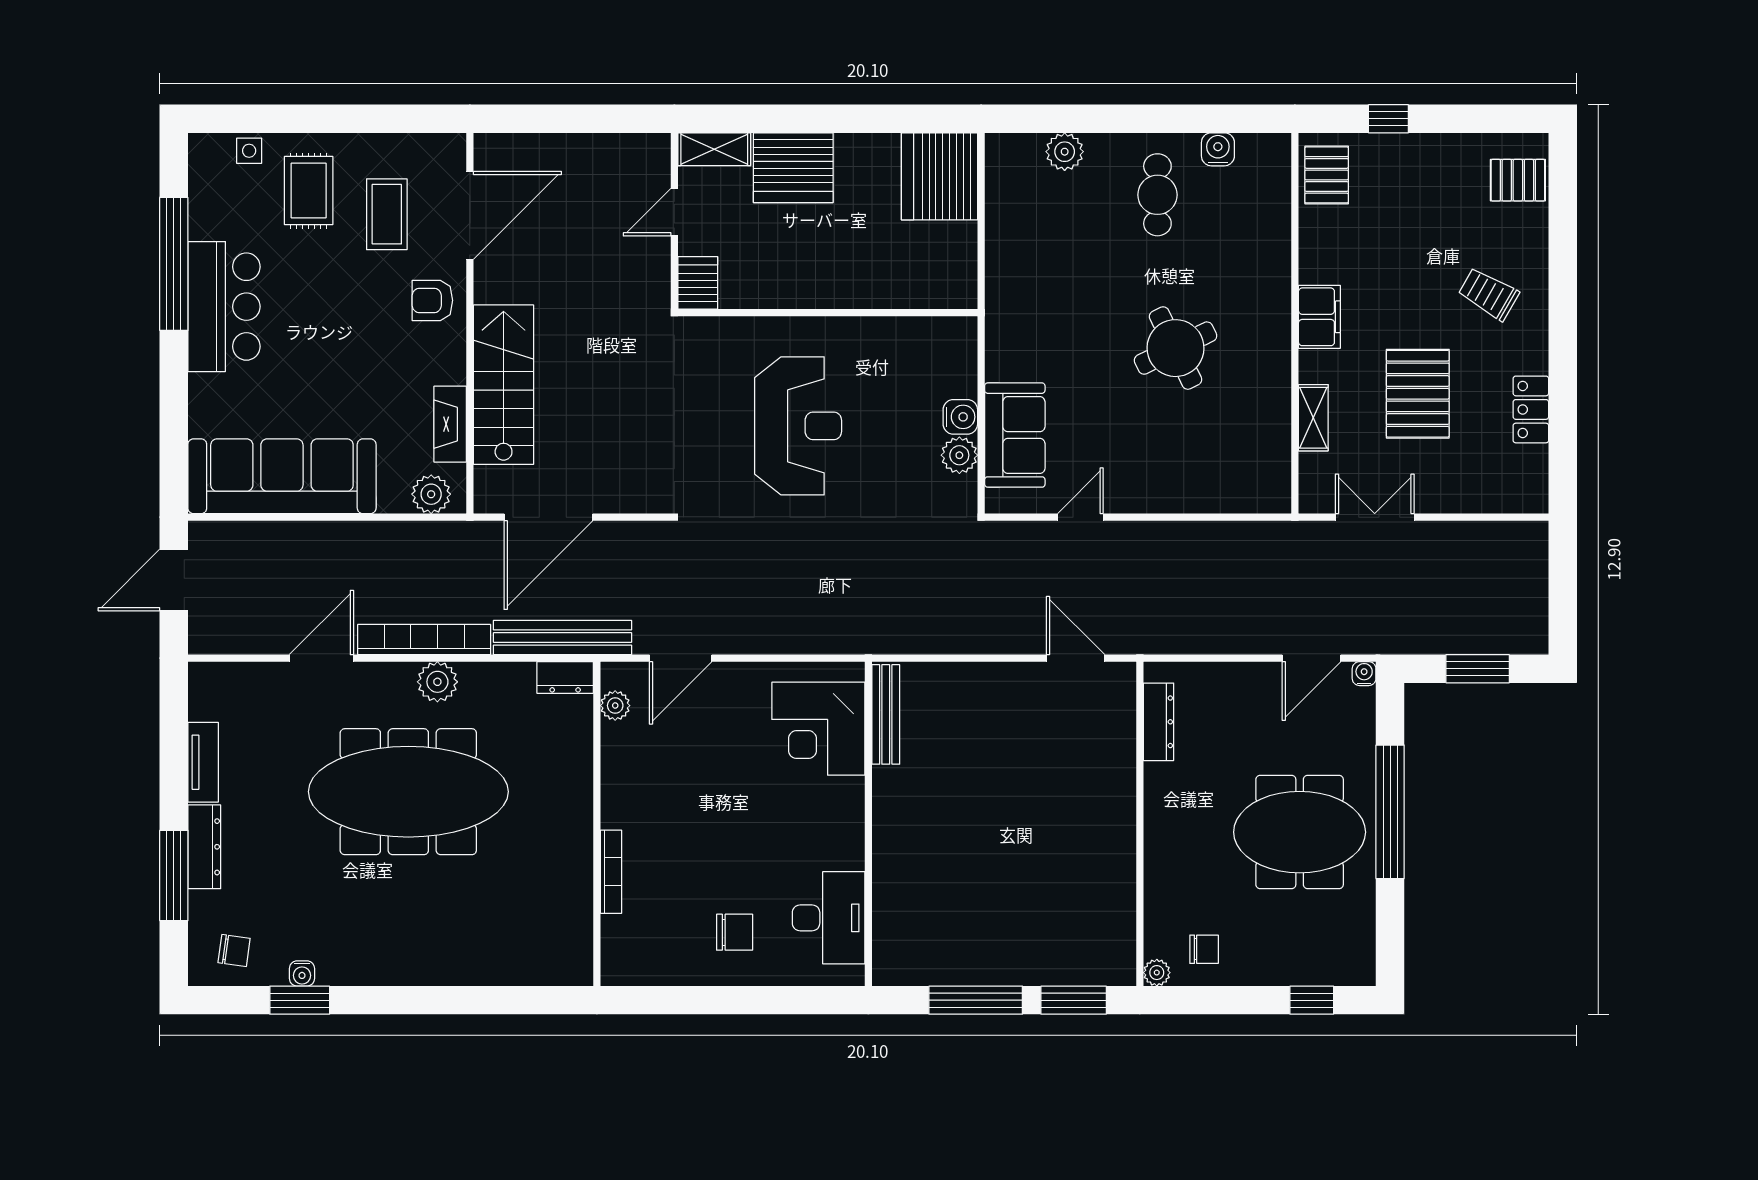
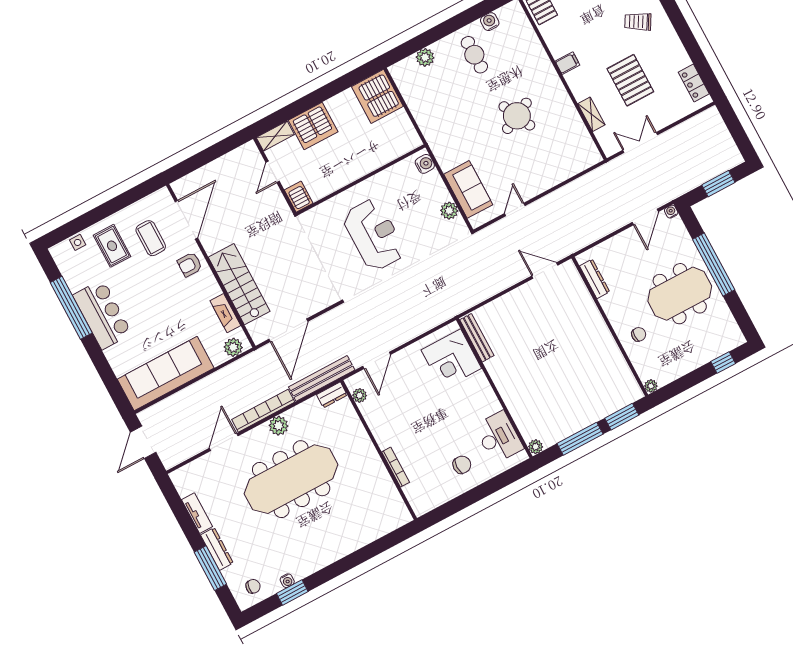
filing cabinet: (1319, 317) -> (567, 63), width x0.50
locker: (1531, 409) -> (694, 83), moved
water cooler: (960, 417) -> (425, 164), moved
chair: (1204, 949) -> (639, 334), moved
plant: (887, 971) -> (536, 447), added

